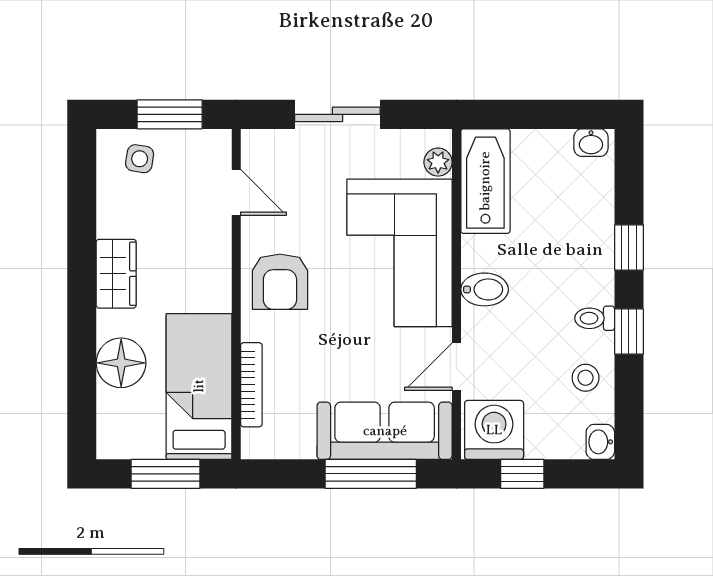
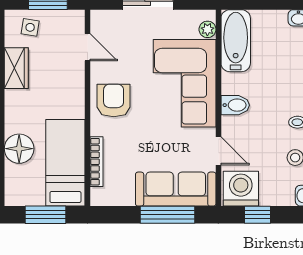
wardrobe: (116, 274) -> (16, 68), moved
armchair: (280, 282) -> (114, 101), turned 180
door: (456, 367) -> (218, 151), swing flipped

